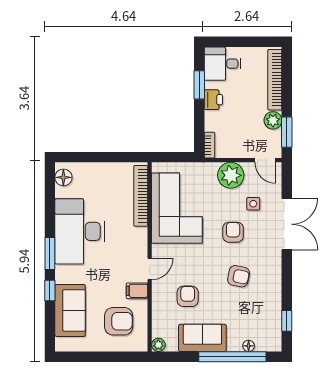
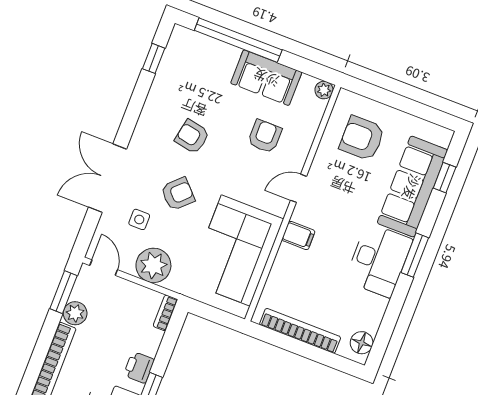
bookcase: (141, 196) -> (300, 331), moved, turned -90
desk: (80, 231) -> (379, 260), width x0.73, depth x0.77
armchair: (233, 232) -> (178, 194), turned -134
window: (50, 290) -> (445, 178), moved
filing cabinet: (137, 291) -> (298, 235), moved
armchair: (188, 296) -> (265, 136), turned 180
sofa: (70, 310) -> (412, 187), width x1.36
floor lamp: (249, 346) -> (213, 46), removed

